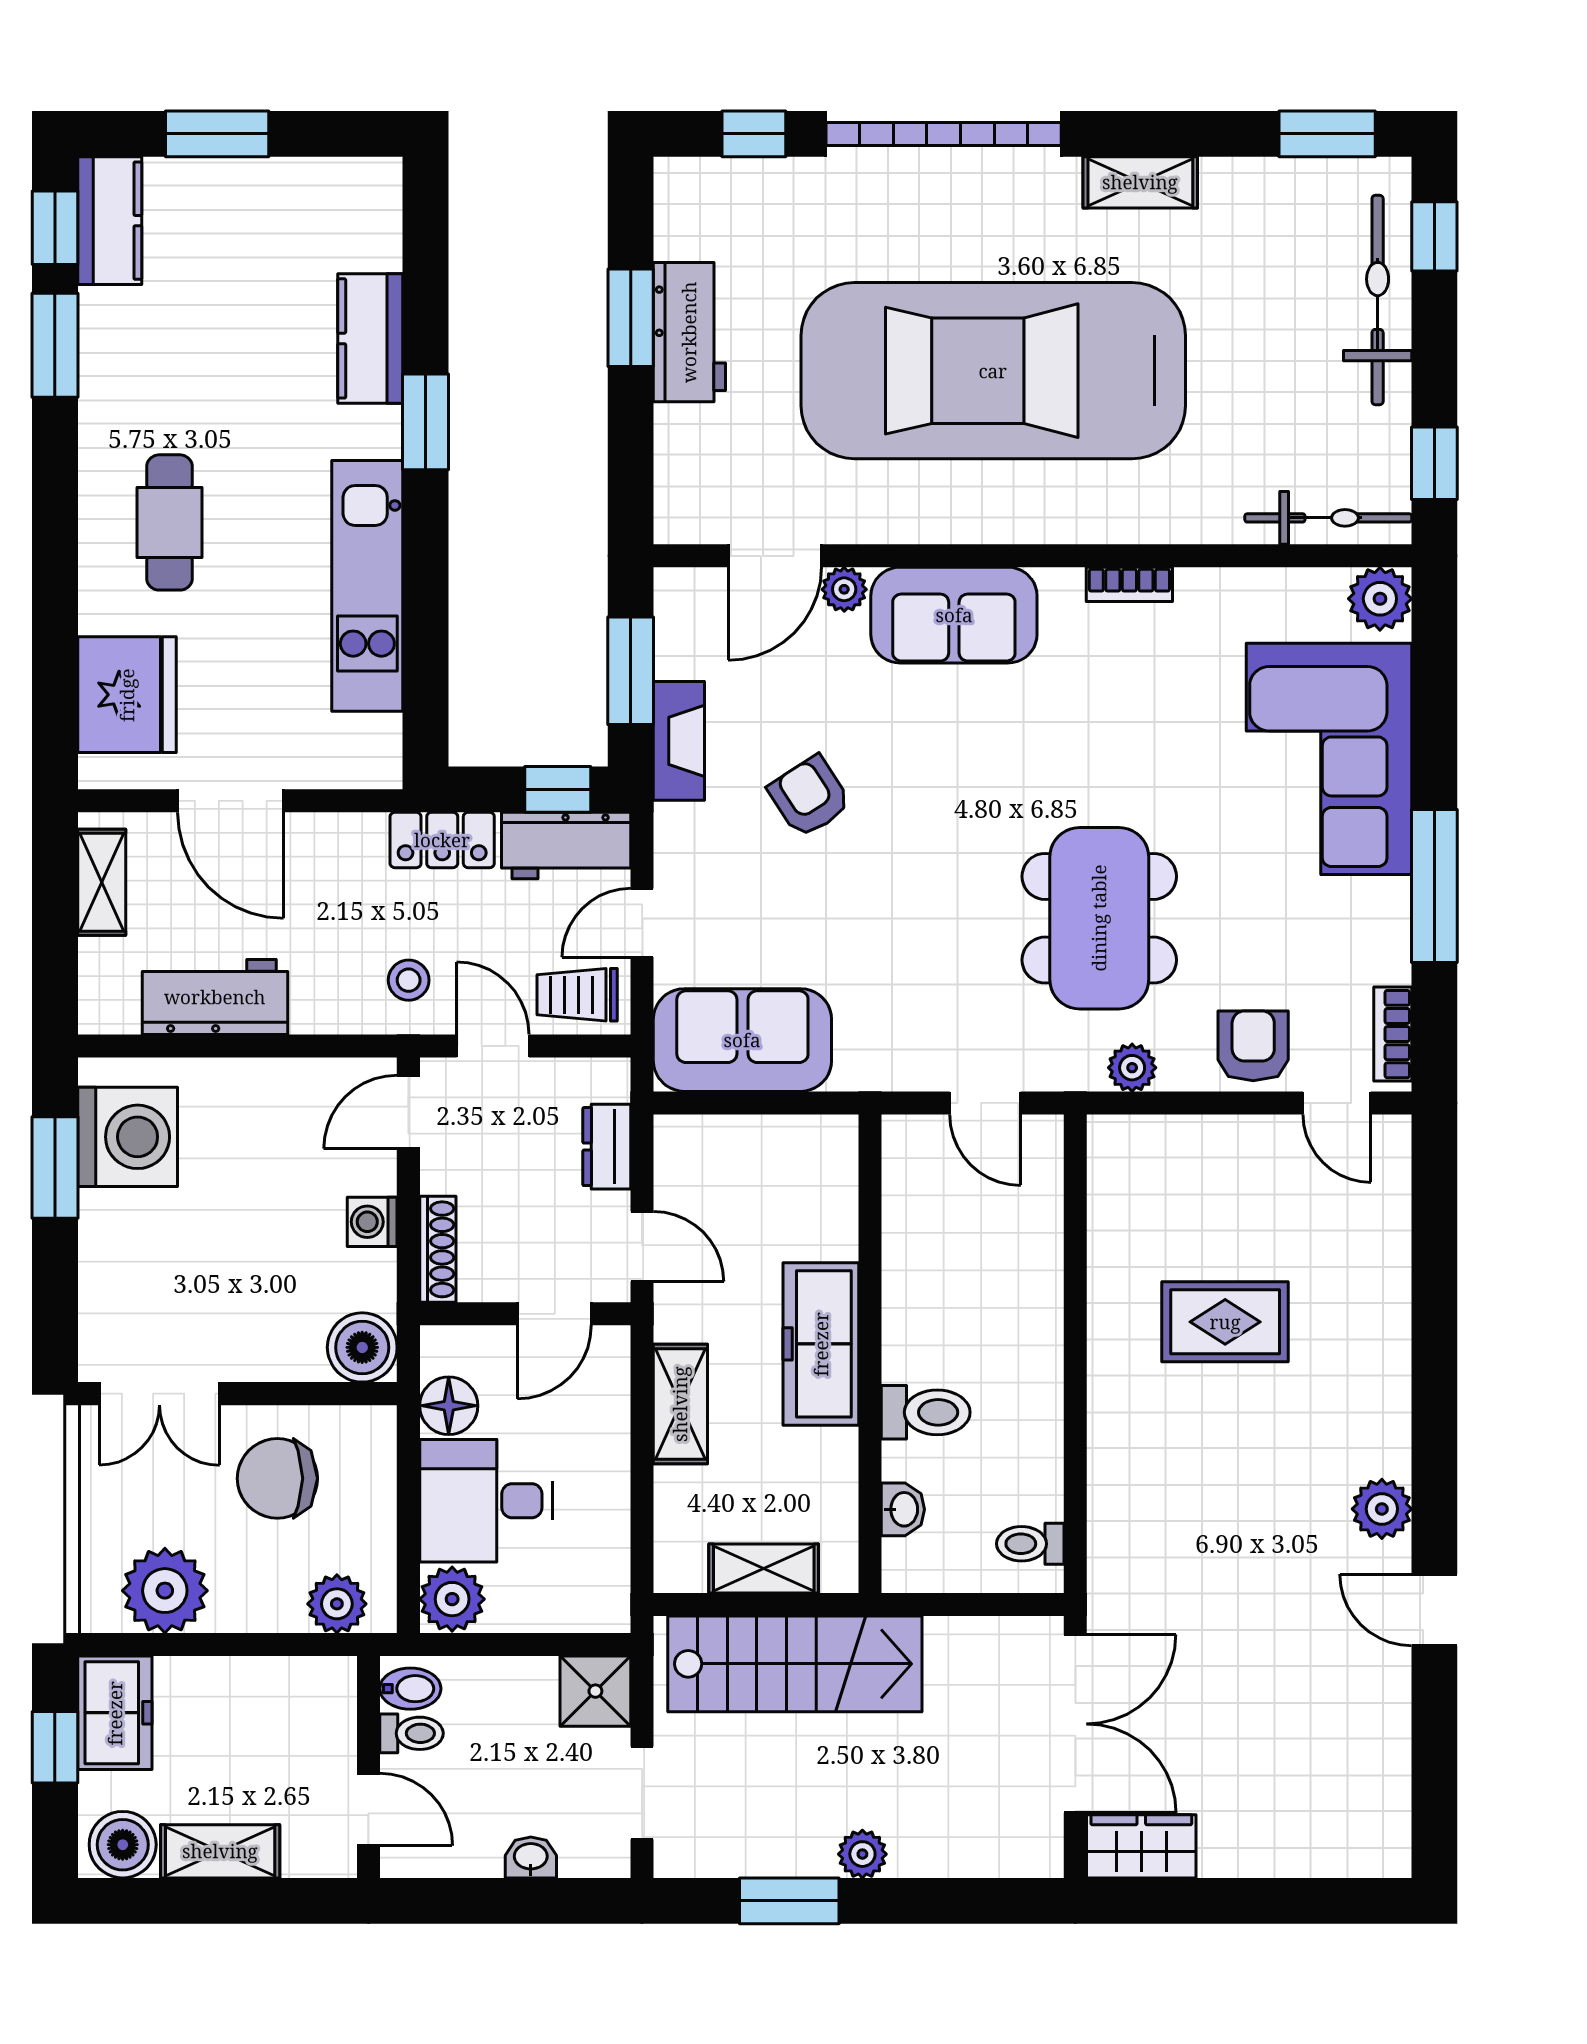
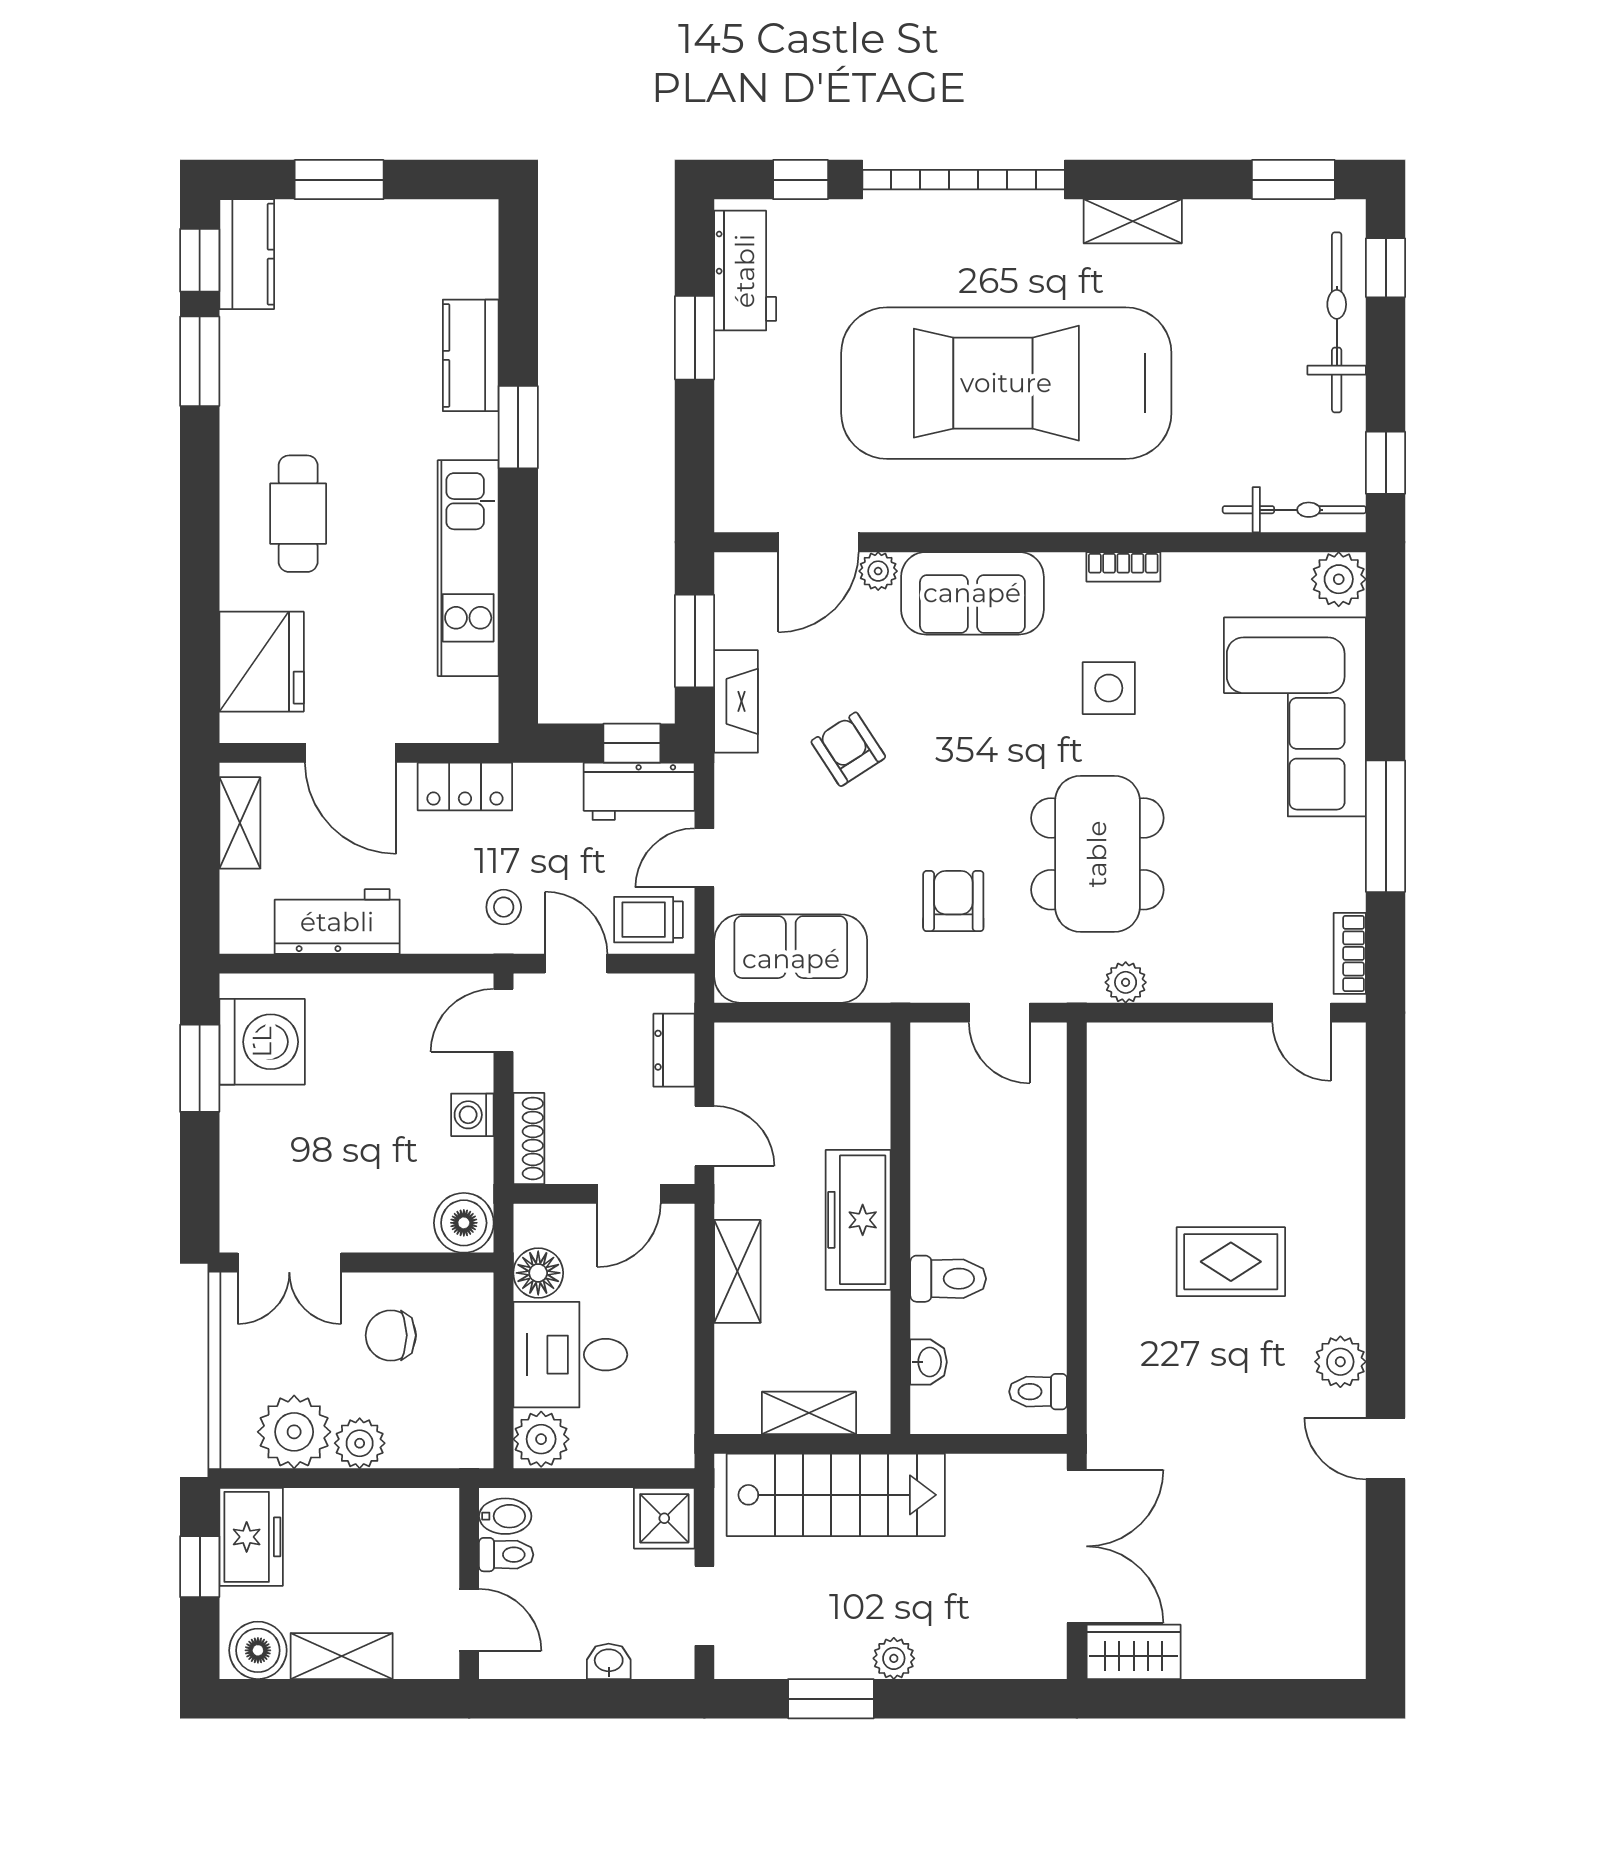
workbench: (689, 332) -> (745, 271), moved
side table: (1113, 725) -> (1109, 688), added
locker: (442, 840) -> (465, 787), moved
armchair: (1253, 1046) -> (953, 901), moved
rug: (1225, 1322) -> (1231, 1262), moved
chair: (277, 1478) -> (391, 1335), width x0.73, depth x0.73
plant: (337, 1604) -> (360, 1443), moved

